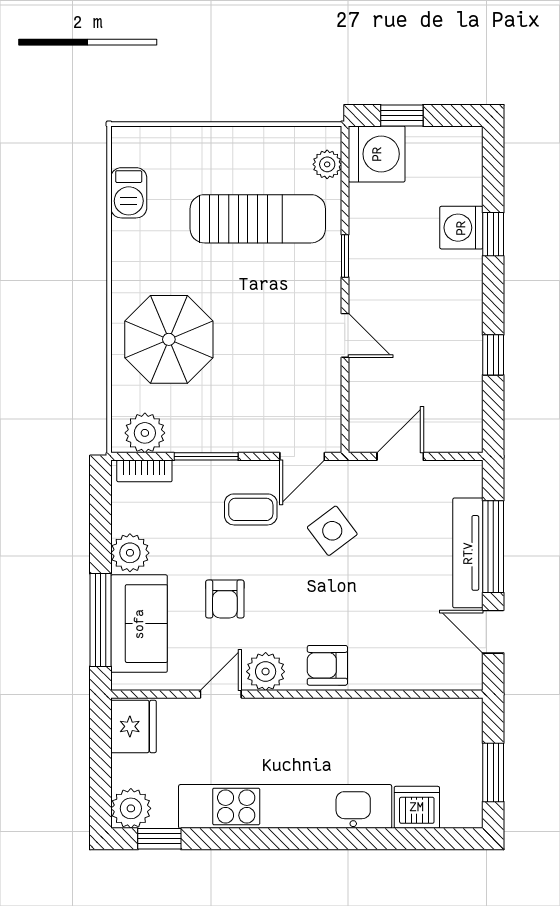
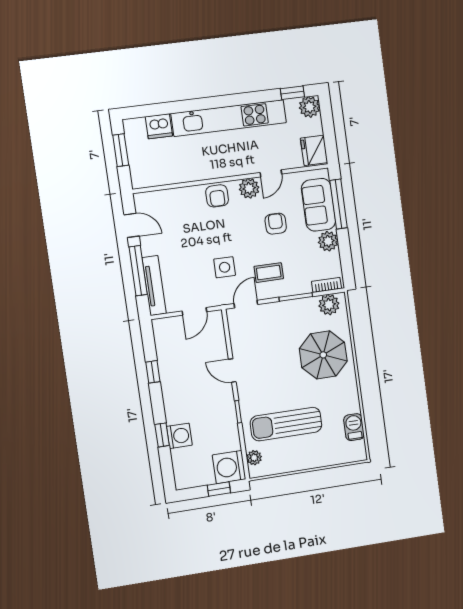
side table: (332, 531) -> (225, 267), turned 37
tv unit: (468, 553) -> (154, 286), moved
armchair: (327, 665) -> (217, 196), turned 90

